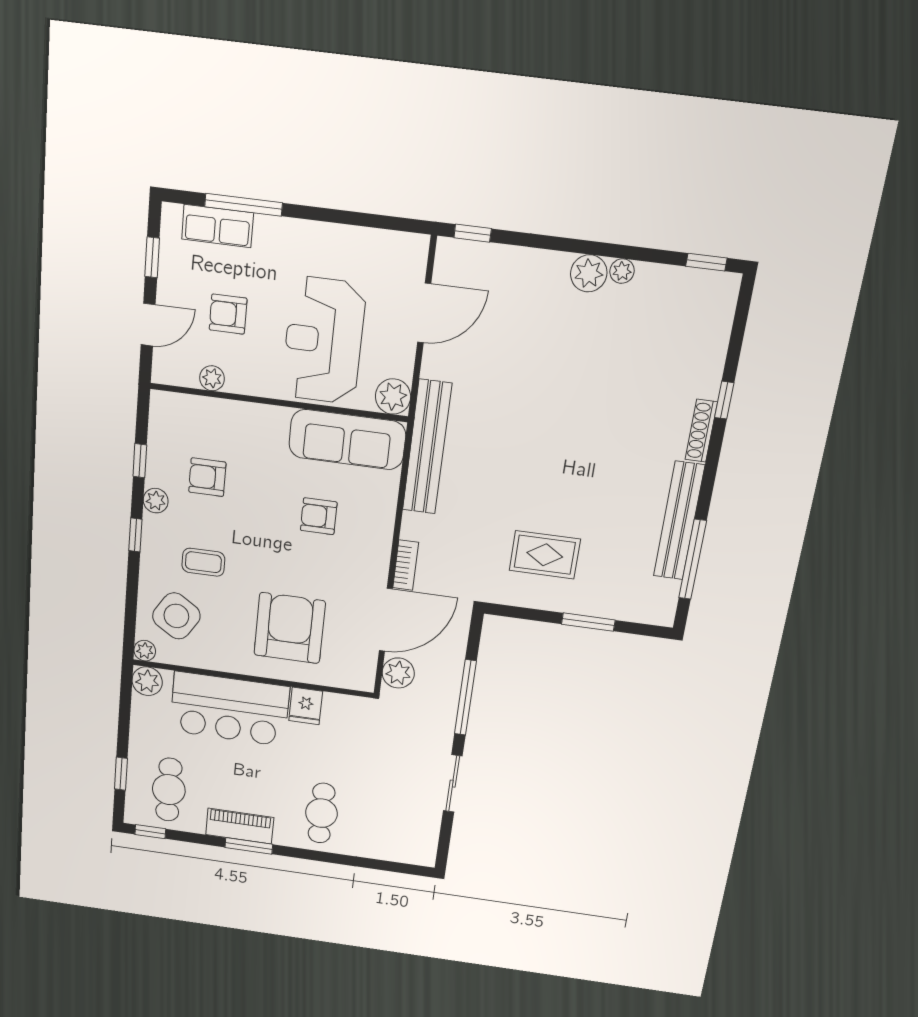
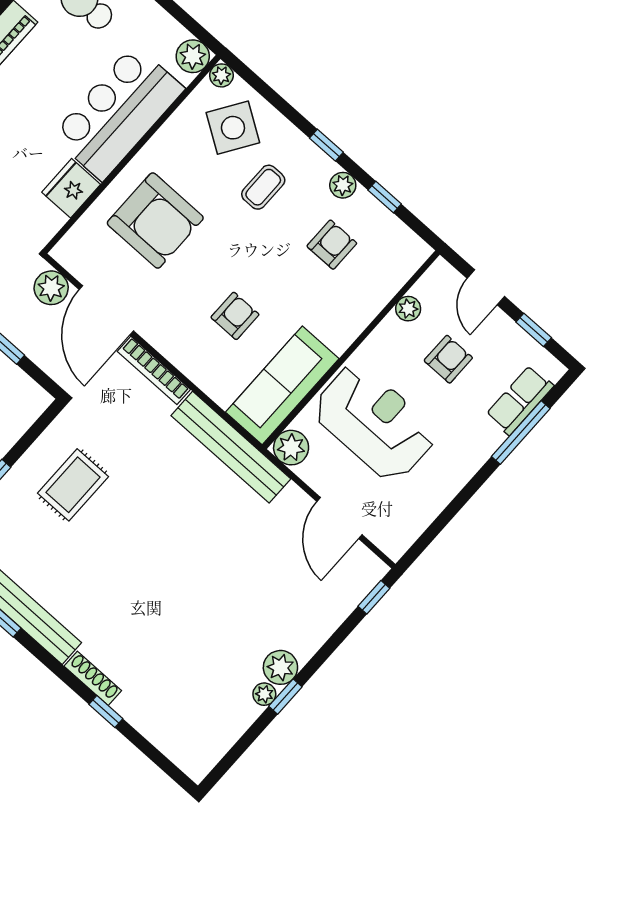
window: (706, 262) -> (285, 697), moved
bookcase: (406, 565) -> (154, 370), width x1.56
fridge: (306, 706) -> (71, 188), width x1.38

